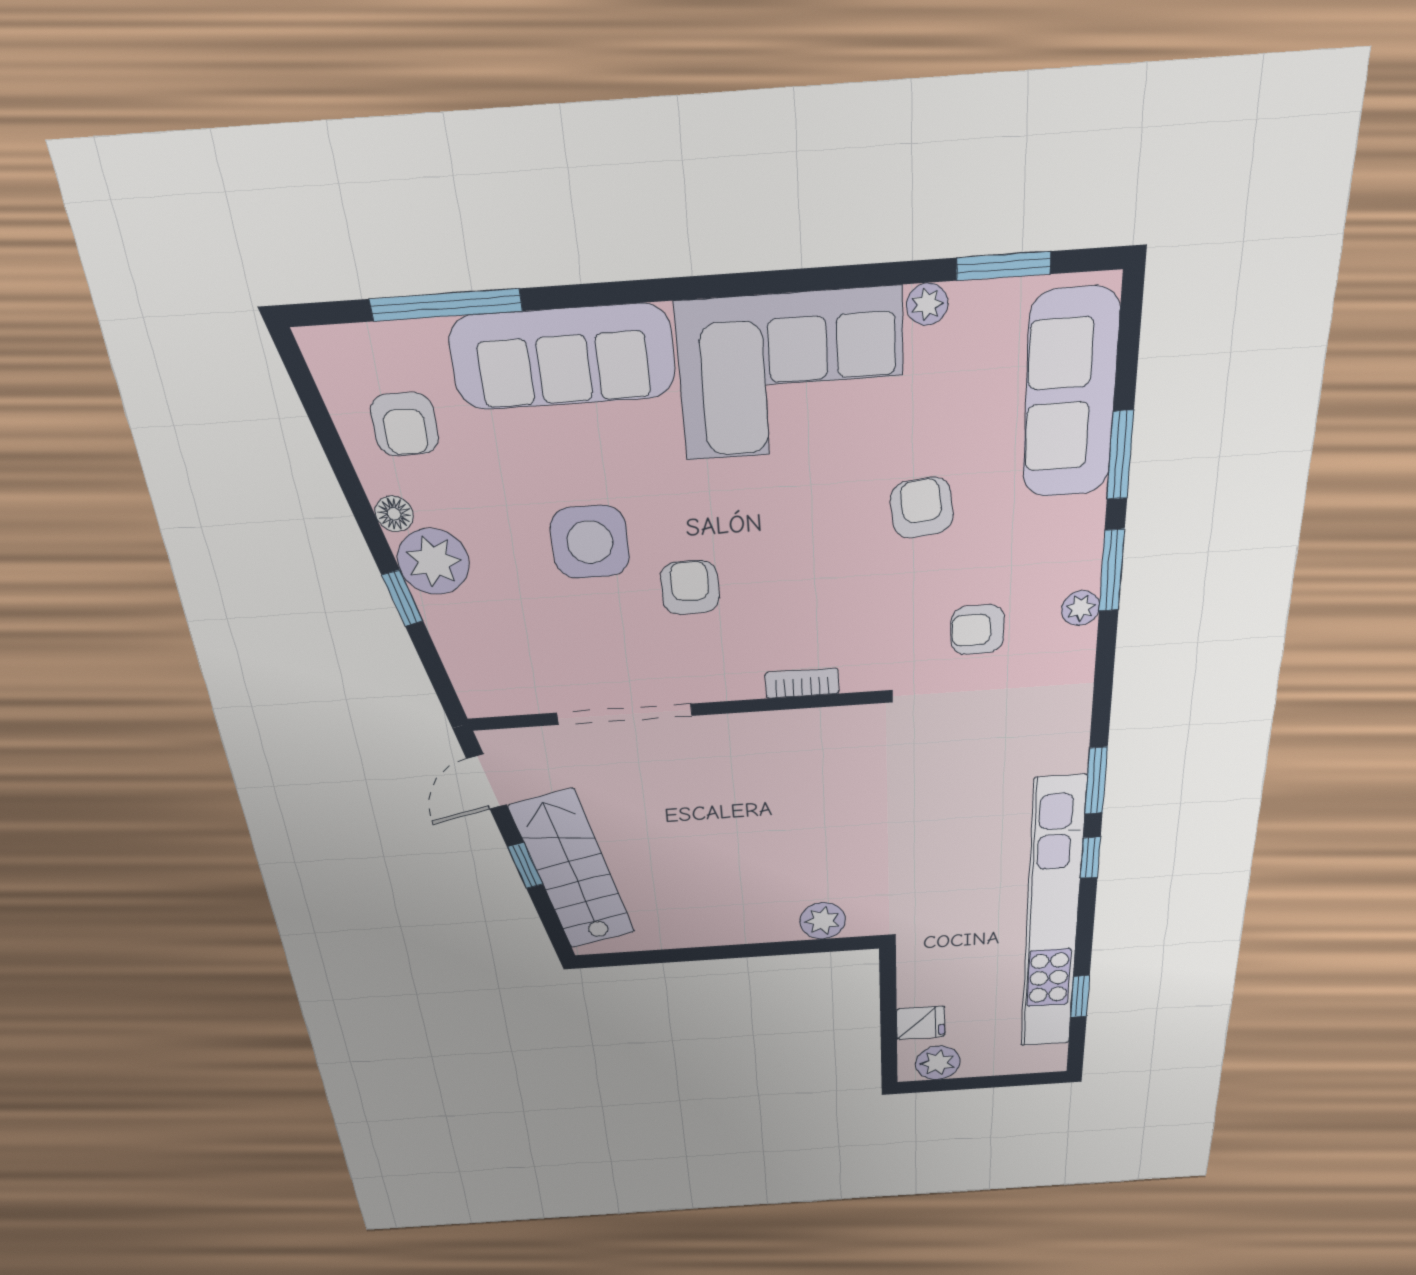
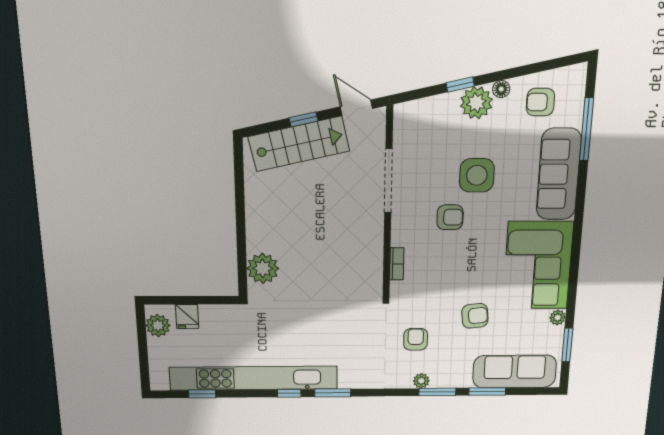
plant: (823, 921) -> (263, 268), width x1.36, depth x1.36

